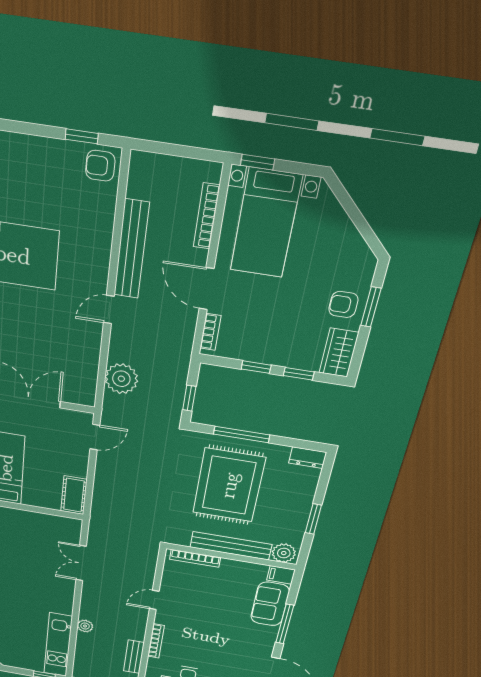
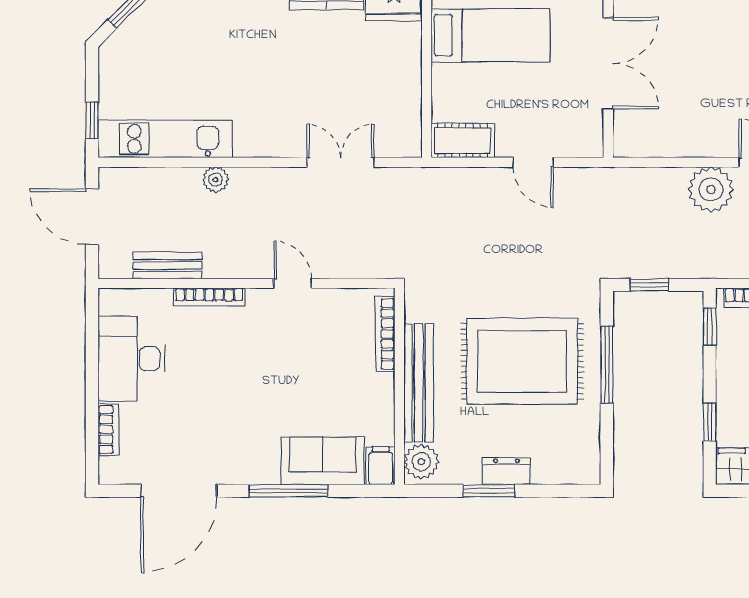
window: (256, 367) -> (710, 326), moved
plant: (121, 379) -> (711, 189), moved
door: (95, 437) -> (533, 162), moved
dresser: (308, 458) -> (506, 471), moved, turned 90

